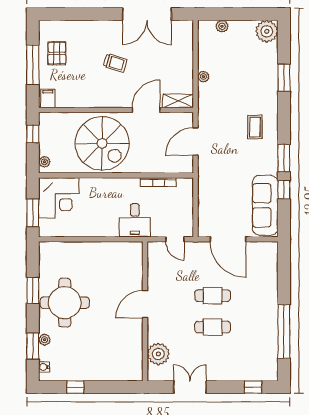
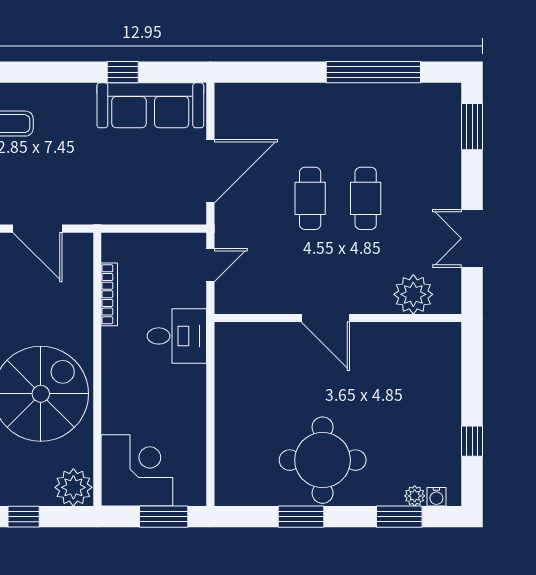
window: (284, 158) -> (67, 72), removed
plant: (44, 162) -> (73, 487), width x1.88, depth x1.88
plant: (45, 340) -> (415, 496), moved
window: (253, 387) -> (472, 127), width x1.50

